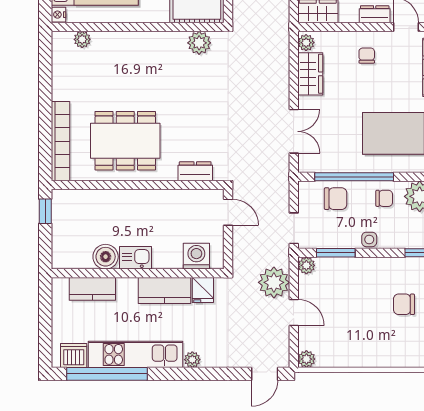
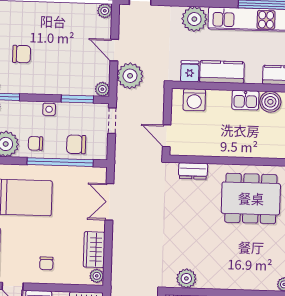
plant: (192, 360) -> (194, 19), width x1.87, depth x1.87

